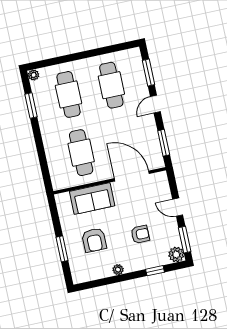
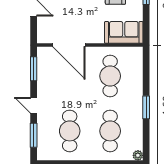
door: (155, 104) -> (34, 105), swing flipped
window: (31, 106) -> (146, 107), moved
sofa: (92, 199) -> (124, 32), moved

